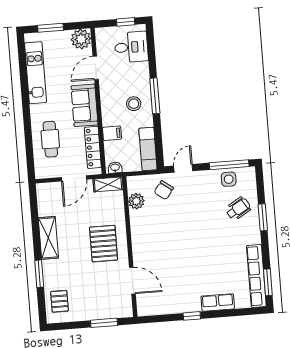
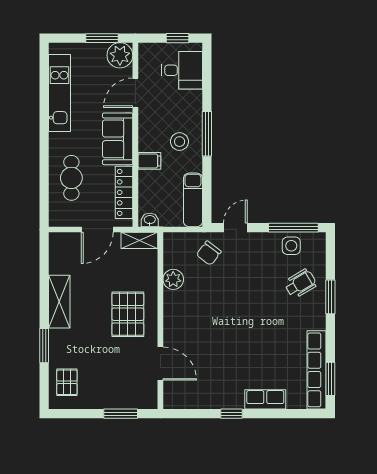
window: (50, 28) -> (102, 38), moved
filing cabinet: (112, 133) -> (149, 161), moved
plant: (136, 201) -> (173, 279), moved

